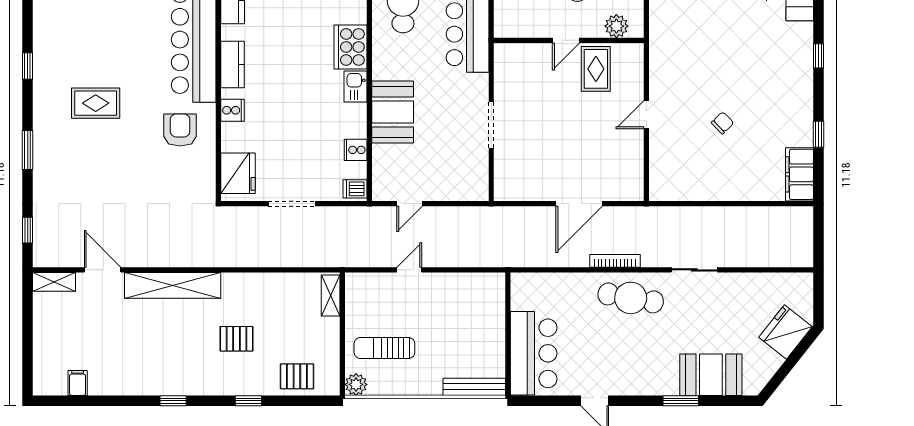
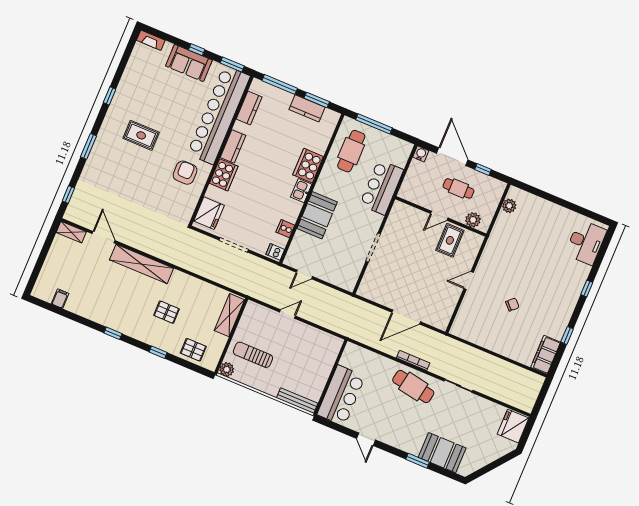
cooker: (233, 110) -> (224, 175), width x1.87, depth x1.31
shelving: (331, 295) -> (229, 315), width x1.50, depth x1.33
fridge: (786, 332) -> (513, 426), moved, turned -38

